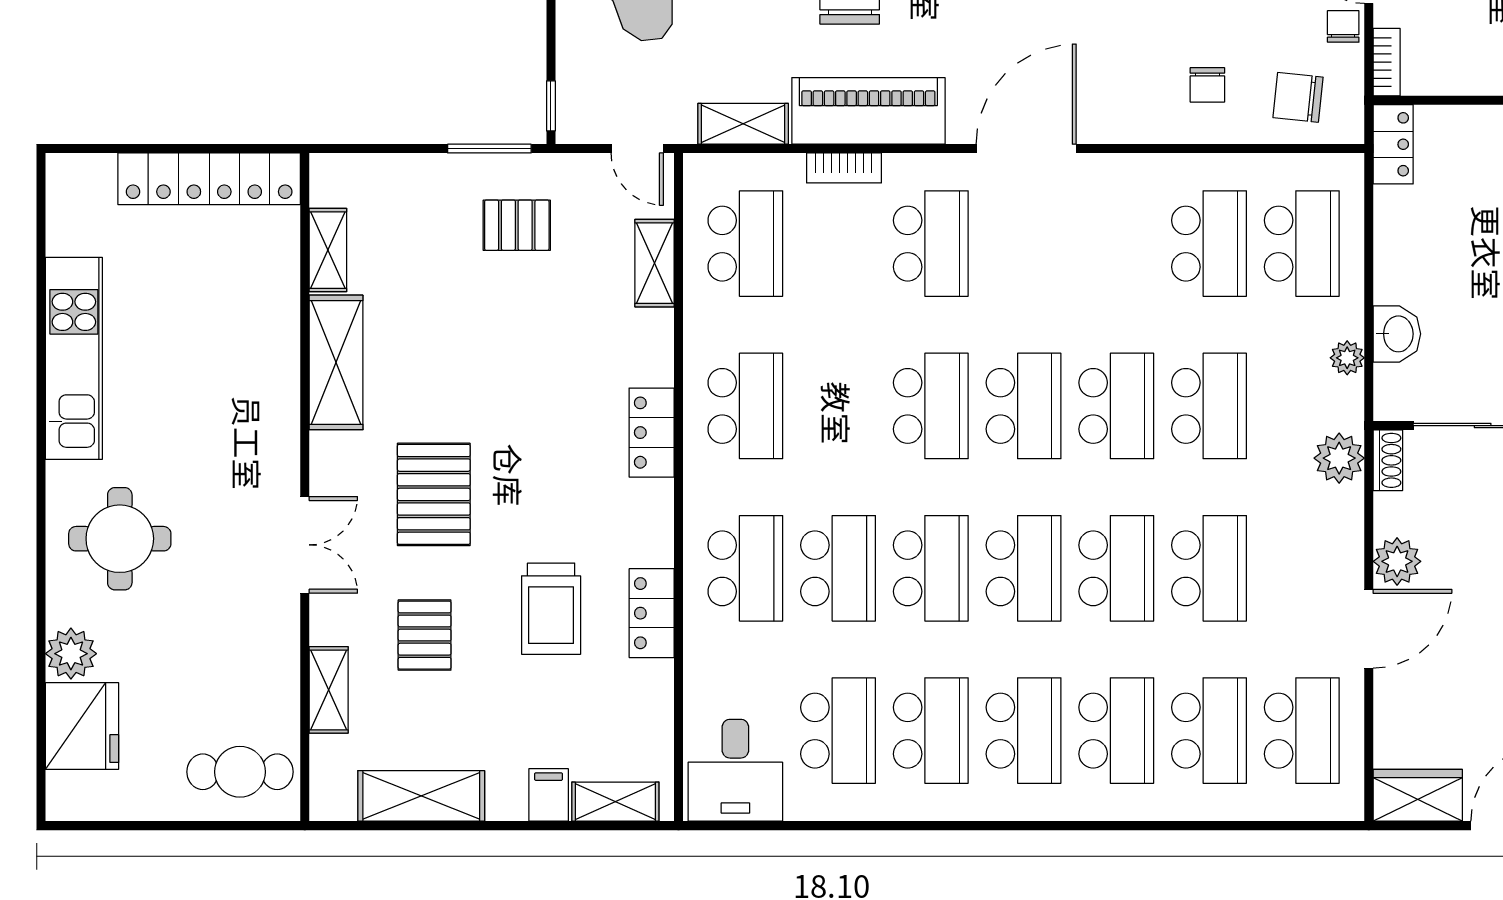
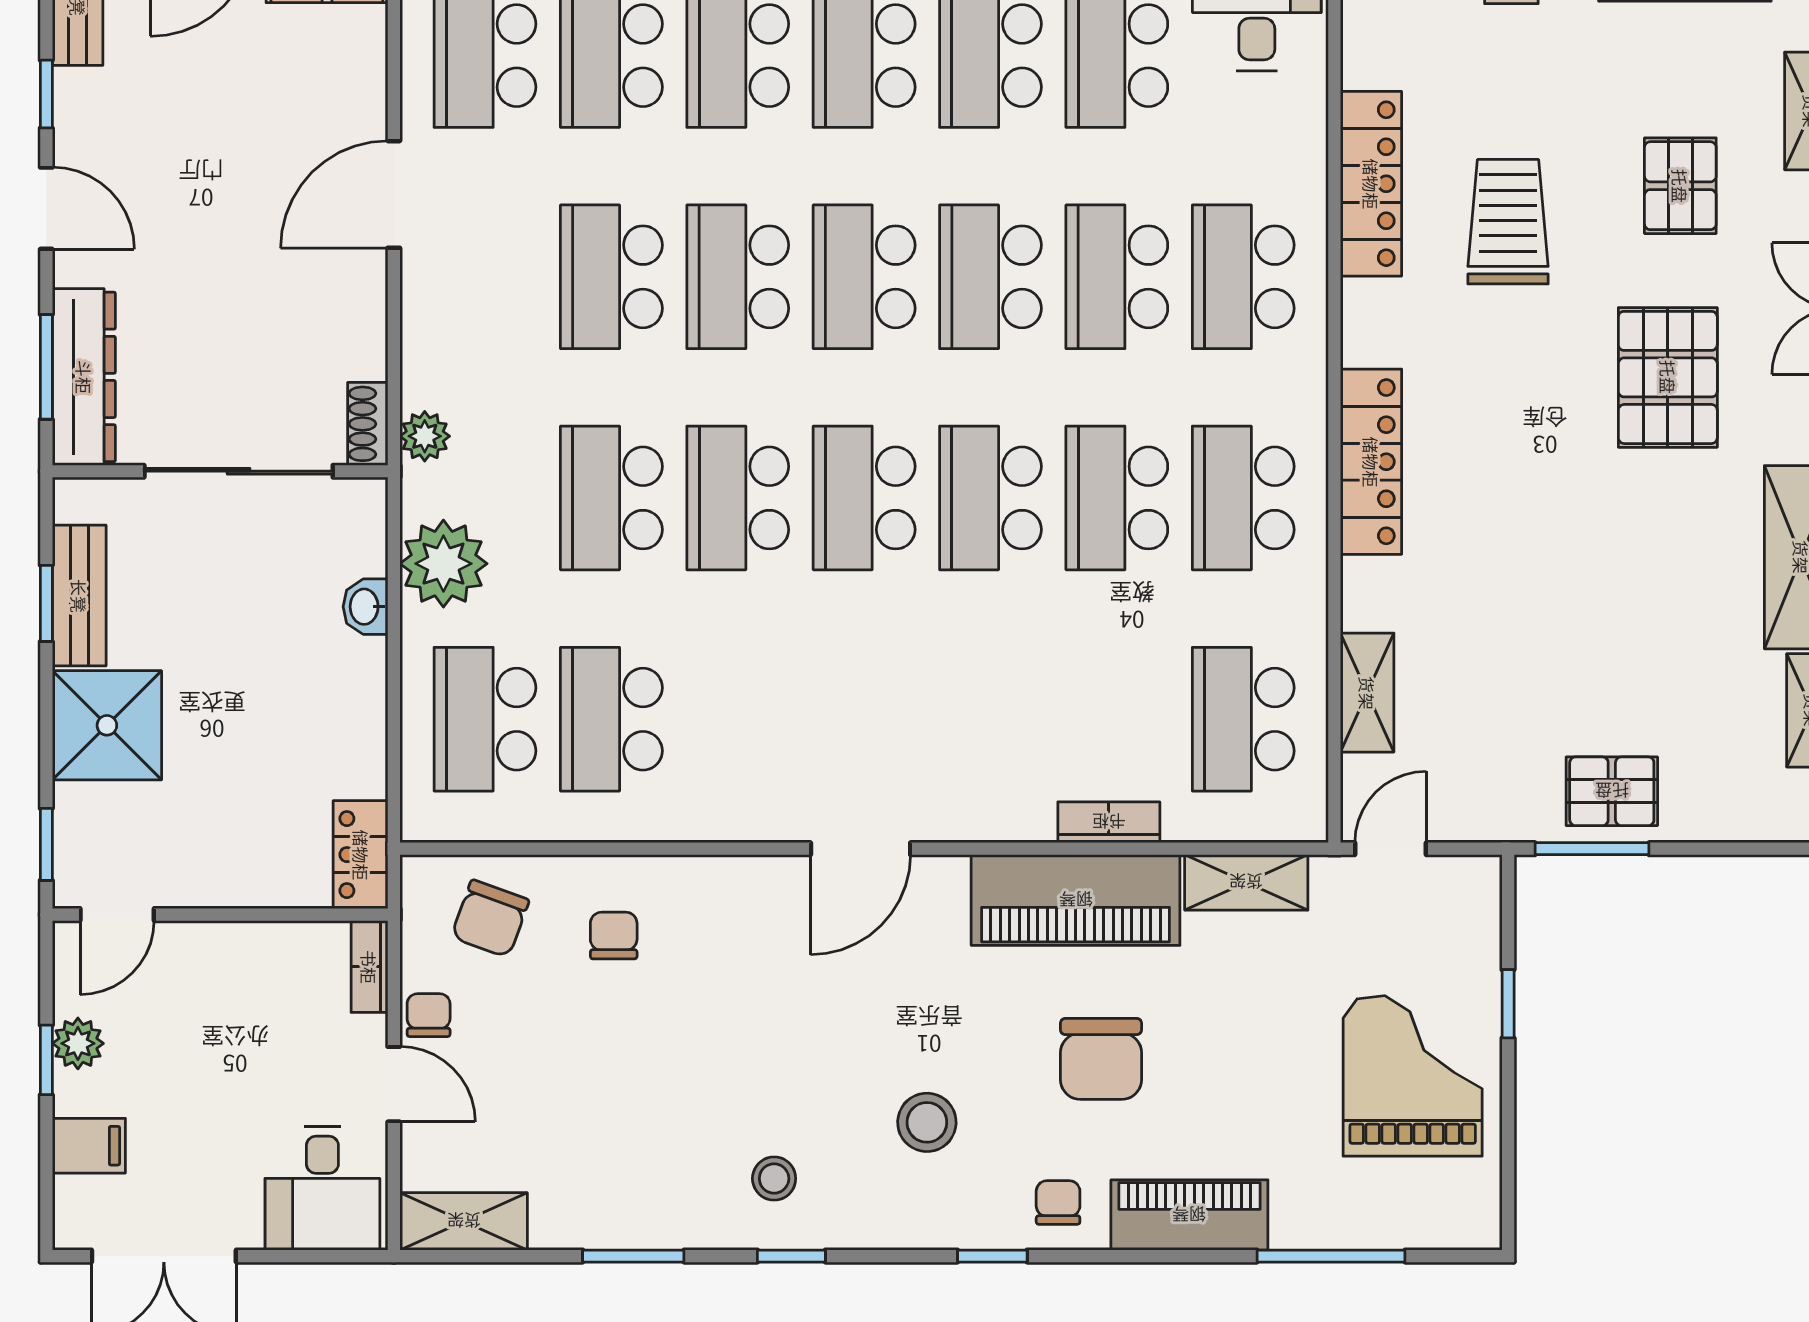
chair: (1343, 26) -> (429, 1015), turned 180
chair: (1298, 97) -> (490, 919), turned 104
window: (551, 106) -> (1508, 1004), moved
door: (637, 149) -> (1391, 849), hinge flipped
door: (1026, 149) -> (861, 849), width x0.73
pallet: (517, 225) -> (1612, 791), moved
school desk: (931, 244) -> (1117, 498), moved
washbasin: (1397, 334) -> (365, 607), width x0.72, depth x0.69
plant: (1347, 358) -> (443, 564), width x1.88, depth x1.88
locker: (652, 433) -> (1371, 462), width x1.53
plant: (1339, 458) -> (425, 436), width x0.73, depth x0.73
plant: (1397, 561) -> (355, 286), removed
locker: (652, 613) -> (1371, 184), width x1.53

